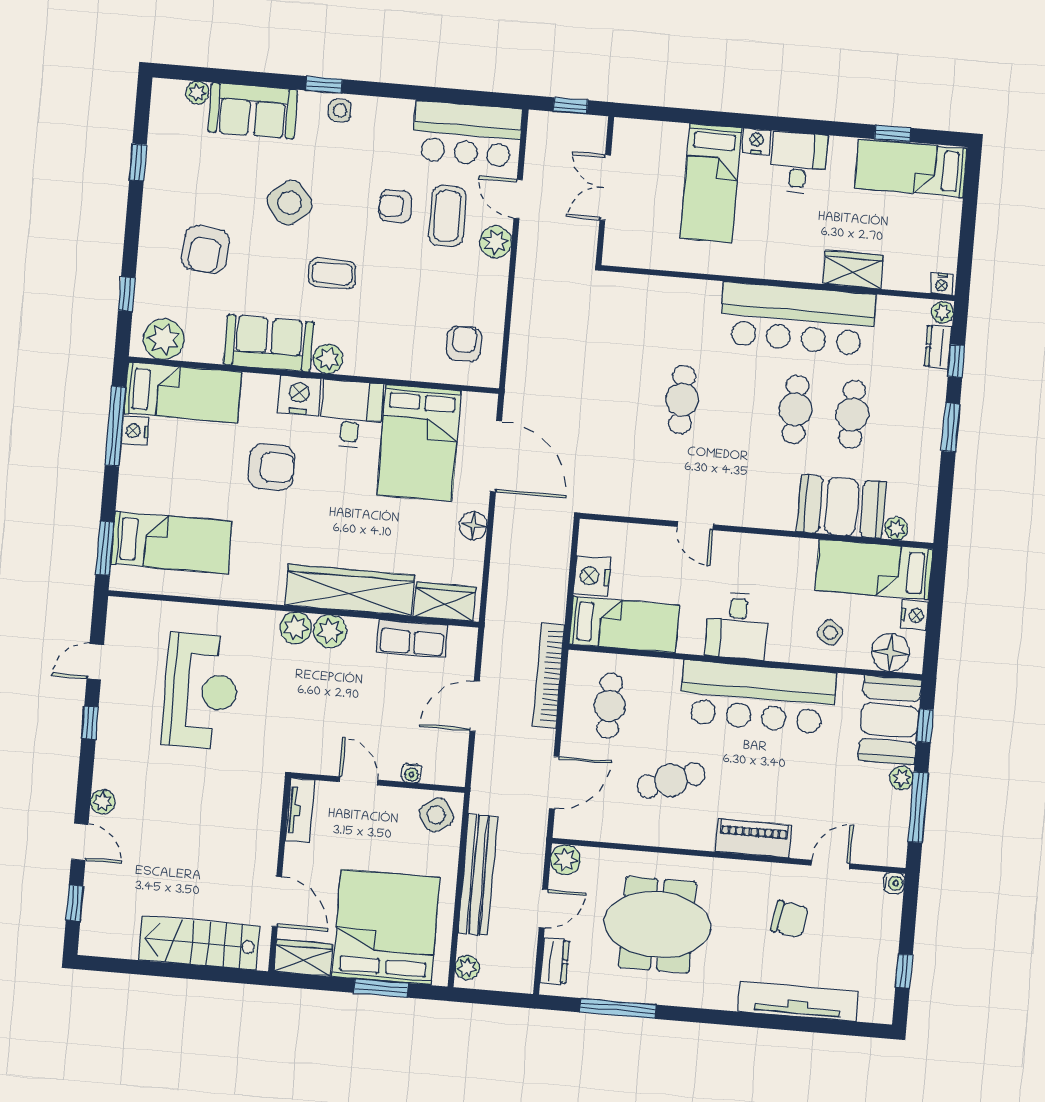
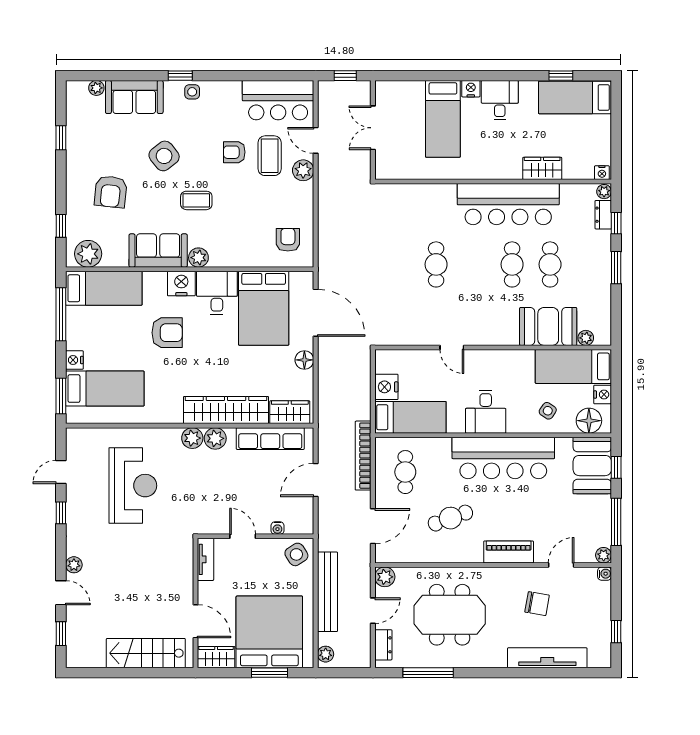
nightstand: (135, 431) -> (74, 360), moved
row of seats: (412, 638) -> (270, 439), width x1.48
plant: (902, 778) -> (604, 555), moved

